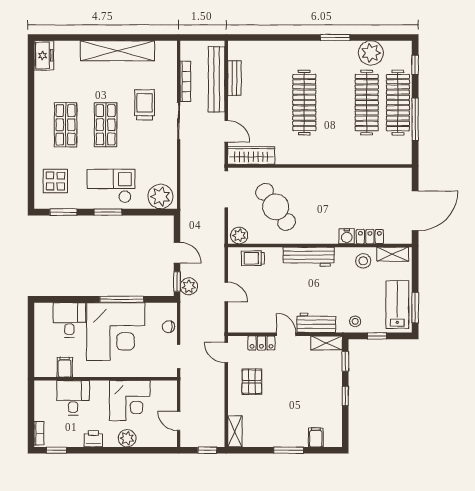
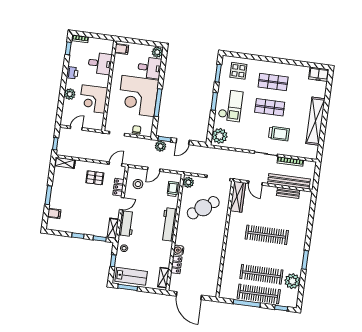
door: (226, 131) -> (255, 183), hinge flipped
stool: (363, 261) -> (138, 184), moved
plant: (44, 311) -> (157, 52), added
filing cabinet: (65, 367) -> (122, 49), moved

